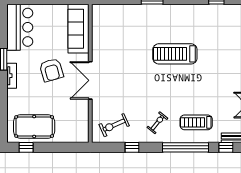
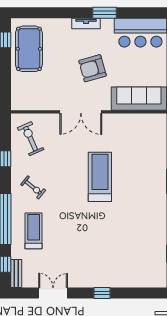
treadmill: (175, 54) -> (100, 177), moved
double door: (90, 80) -> (81, 112), swing flipped

